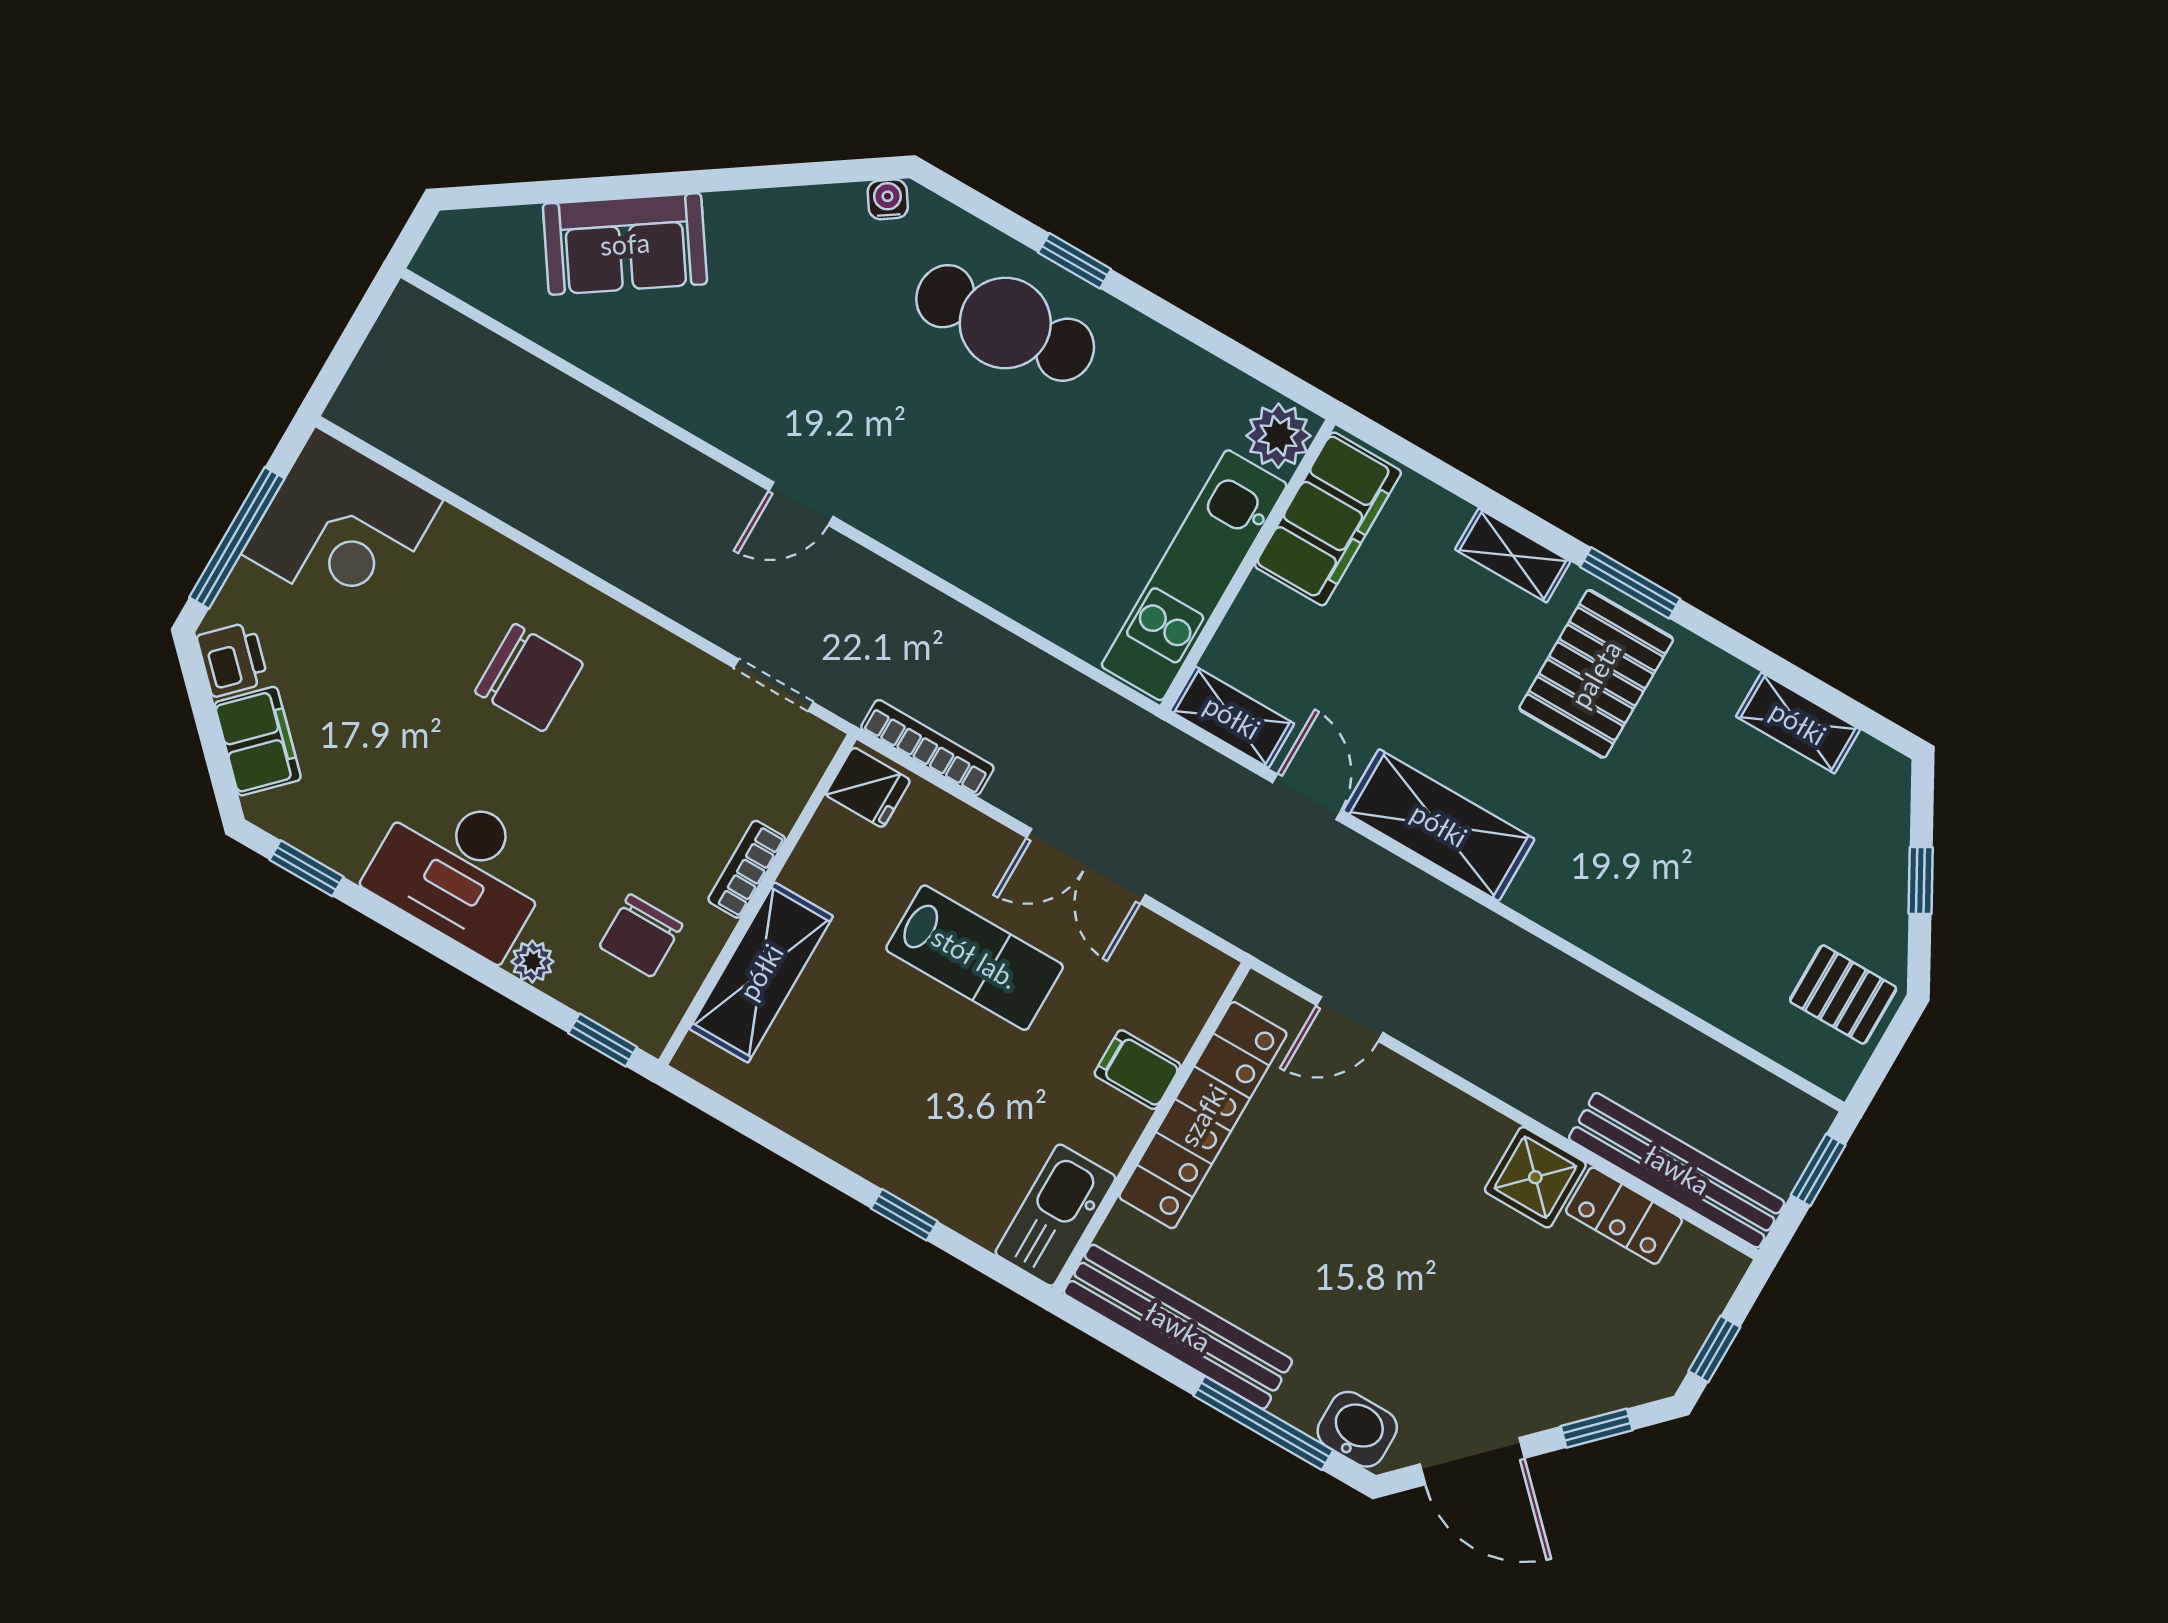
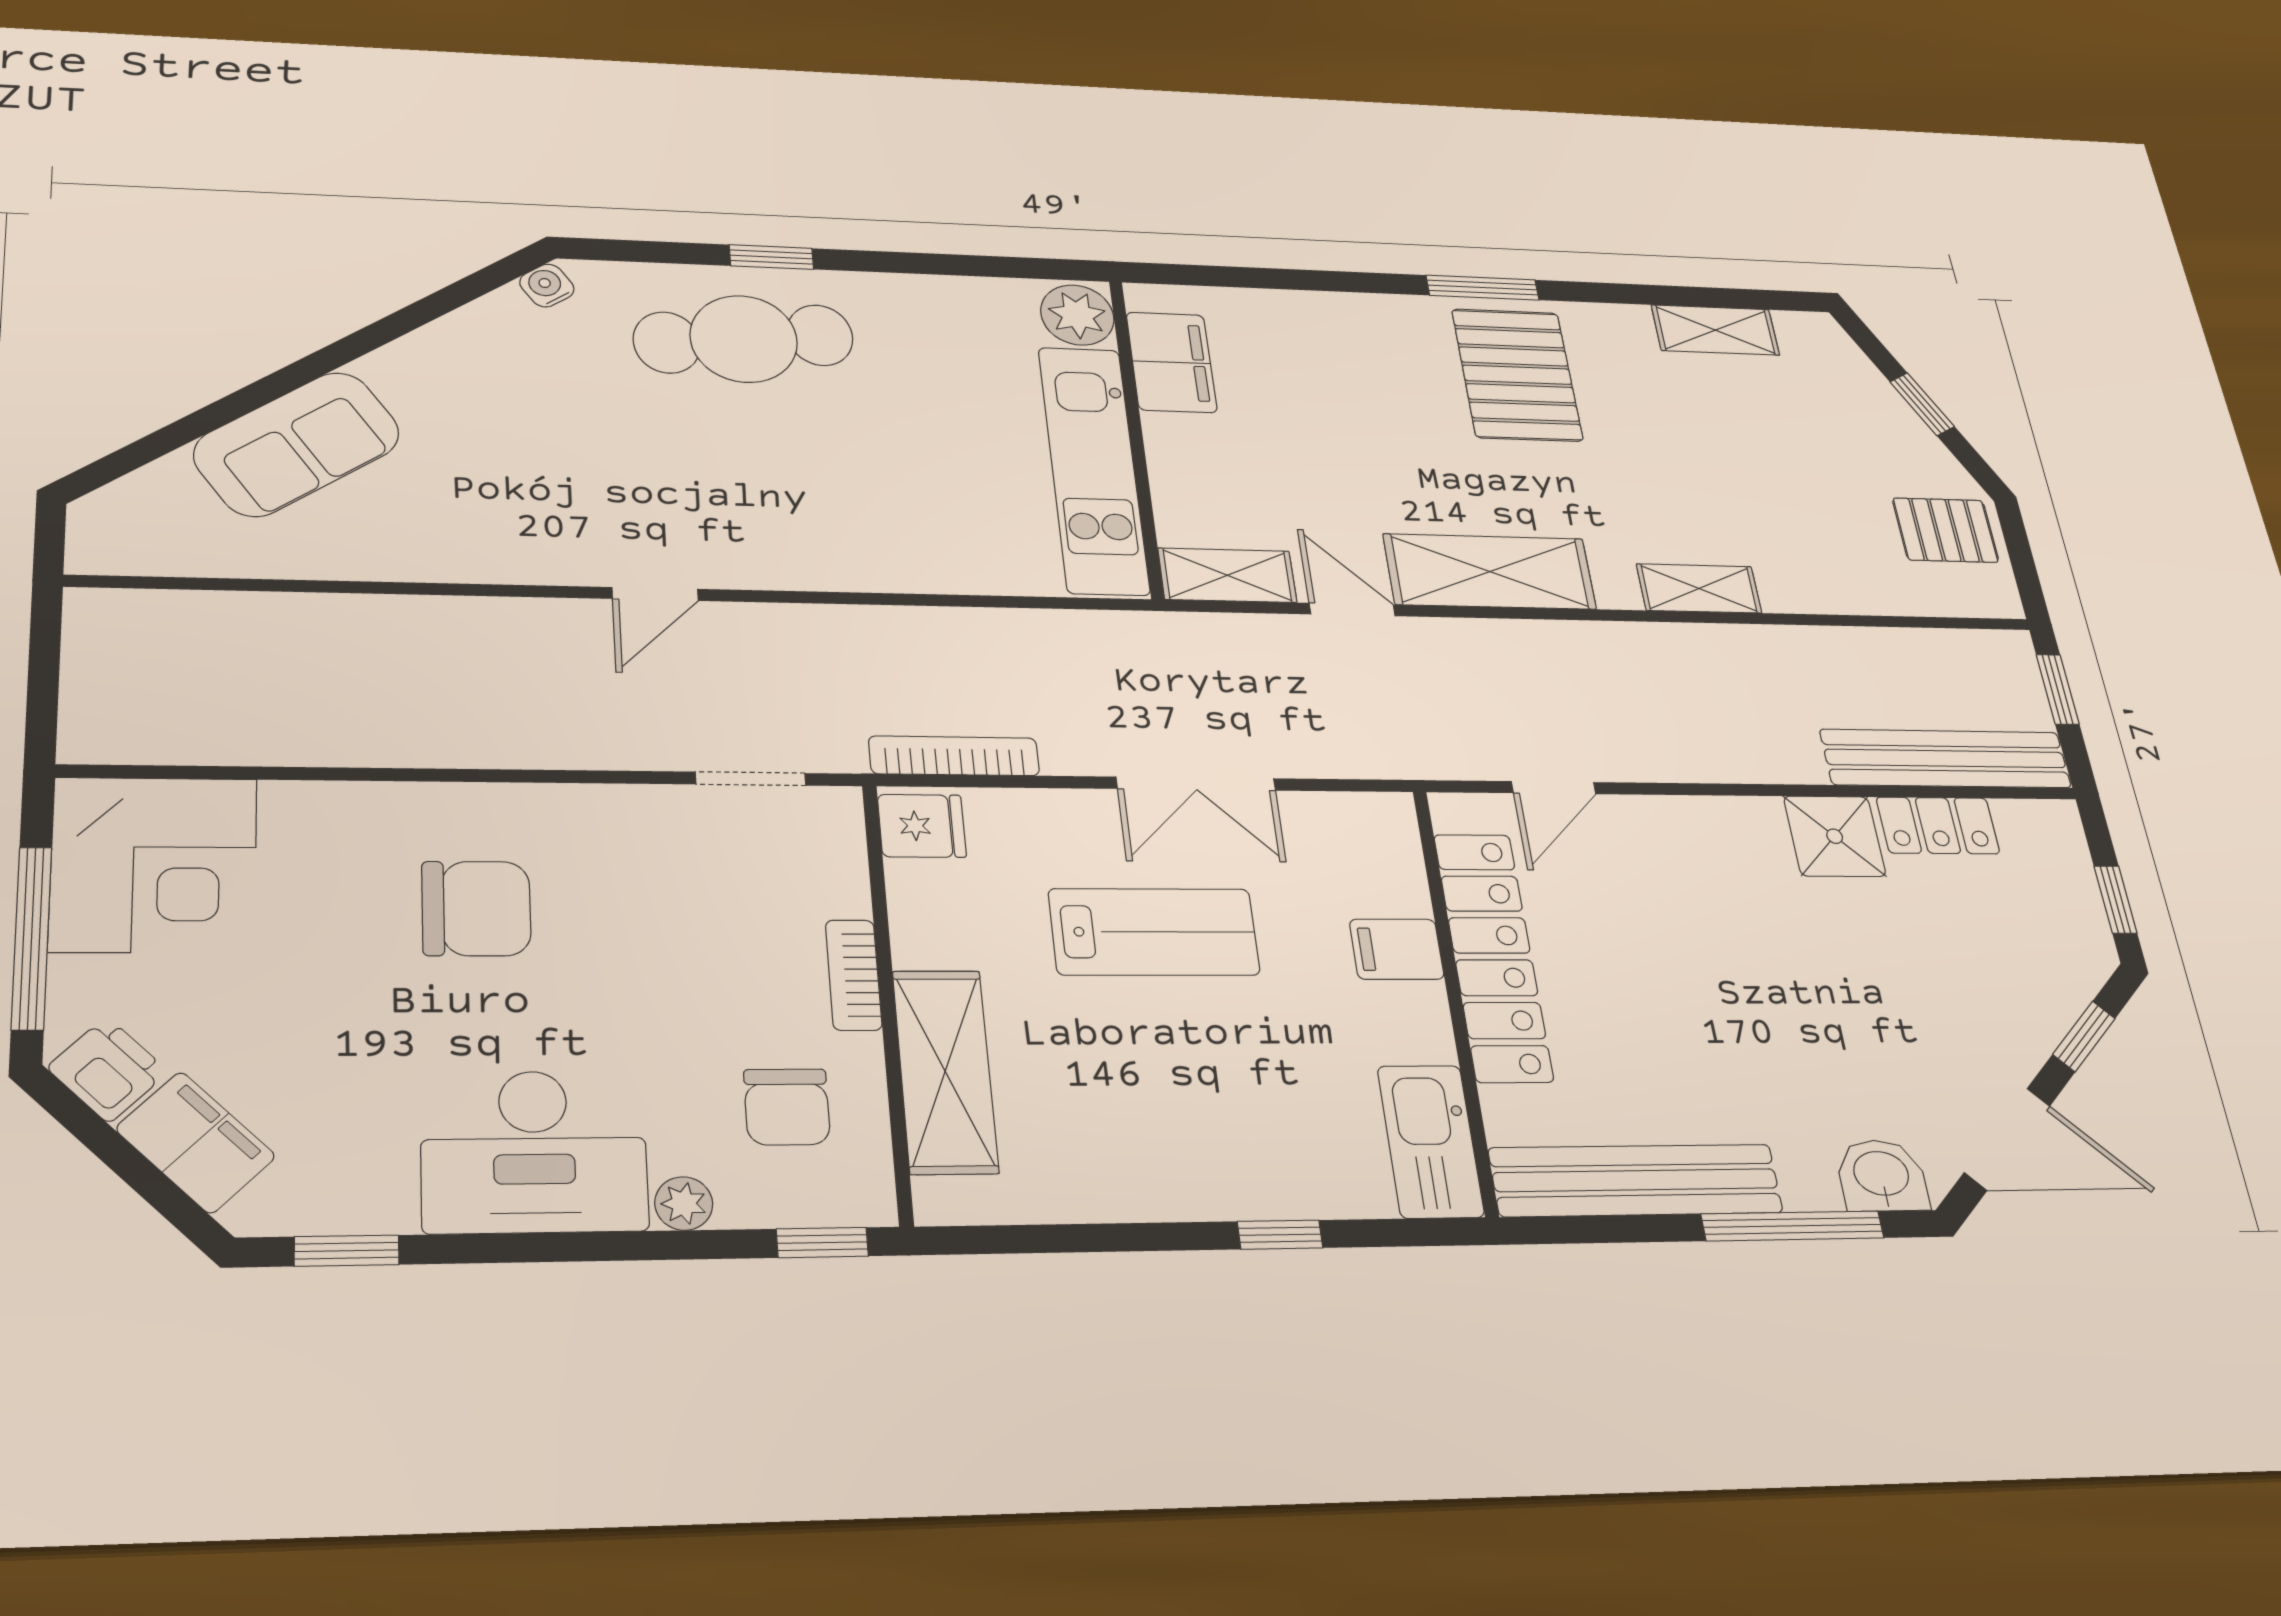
filing cabinet: (1328, 519) -> (1171, 362), width x0.67, depth x0.86
shelving: (1513, 555) -> (1699, 588), moved

